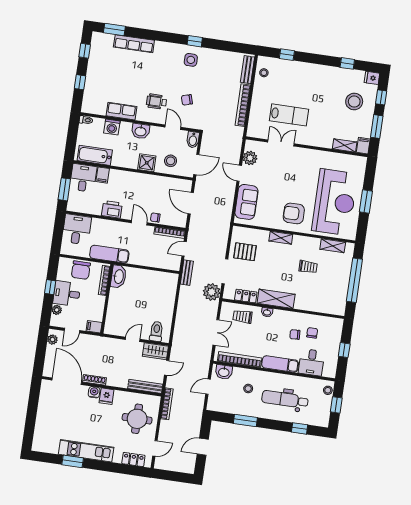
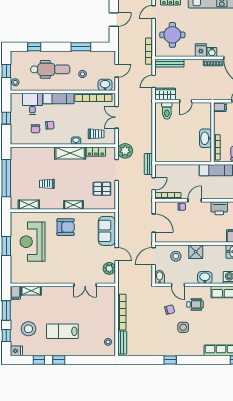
window: (287, 55) -> (59, 360), moved
side table: (191, 60) -> (183, 327), moved
lab bench: (289, 115) -> (62, 331), moved
reception desk: (335, 202) -> (33, 242), width x0.74, depth x0.77
door: (139, 223) -> (195, 200), swing flipped
washbasin: (119, 276) -> (205, 138), moved

